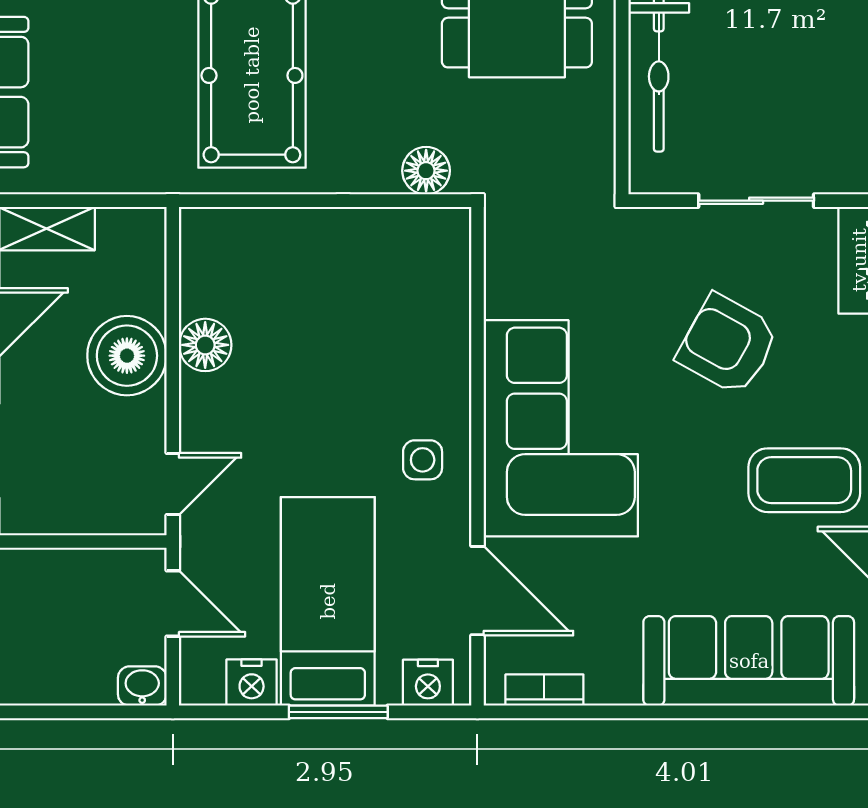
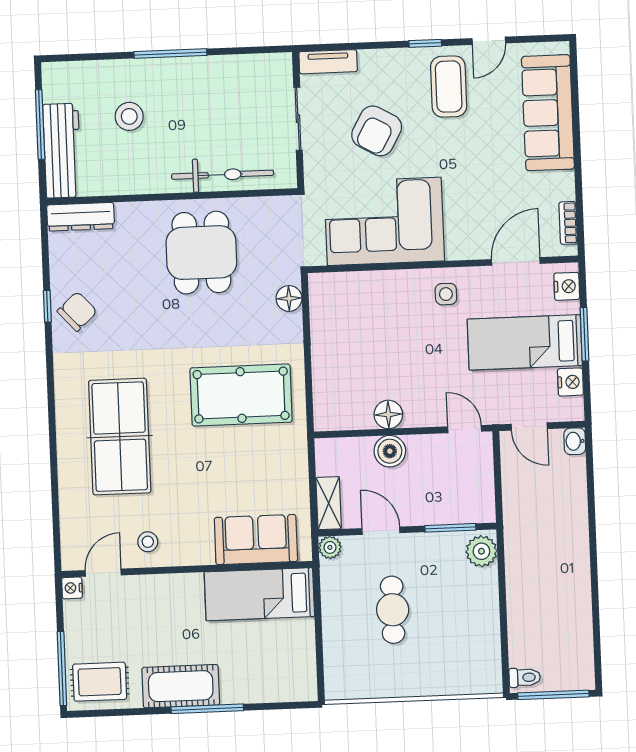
boiler: (127, 356) -> (390, 451), width x0.73, depth x0.73
corner sofa: (561, 428) -> (384, 221), moved
door: (173, 603) -> (529, 426), swing flipped

